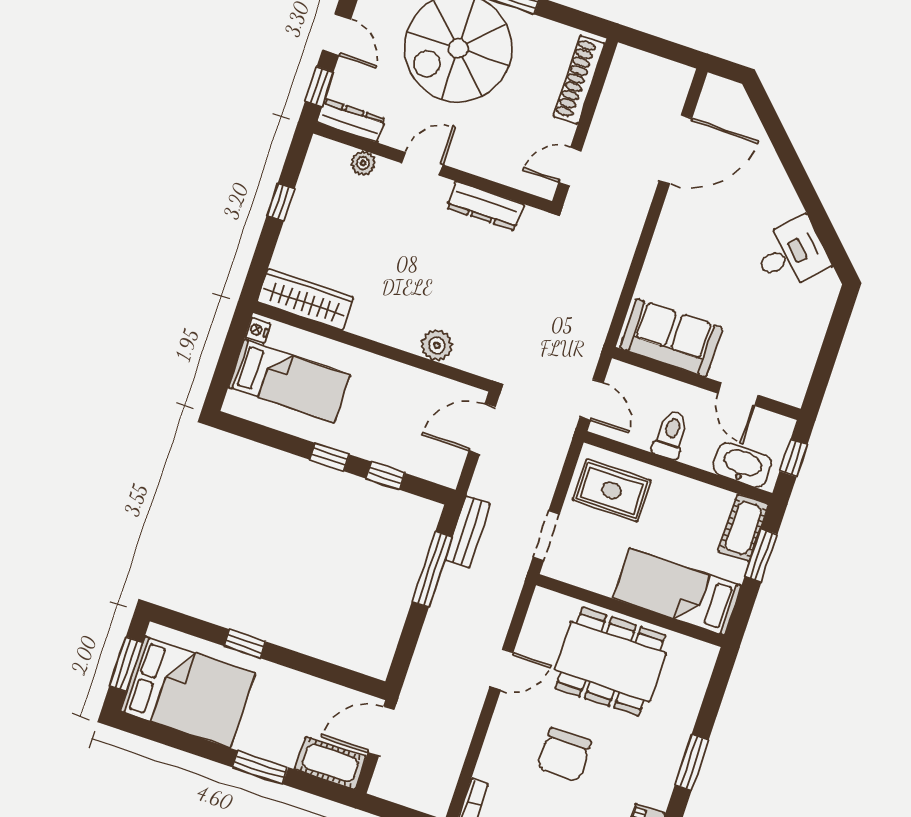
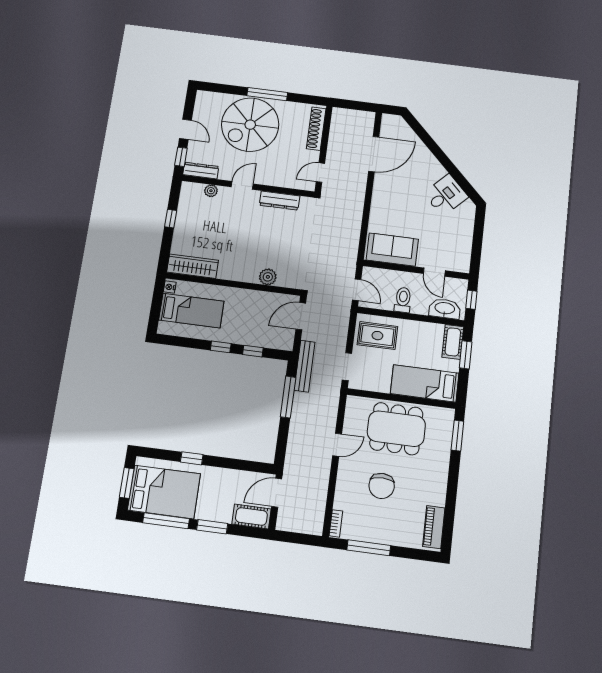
bench: (468, 532) -> (305, 366), width x1.36
window: (183, 742) -> (166, 521), added
window: (692, 762) -> (457, 436), moved

